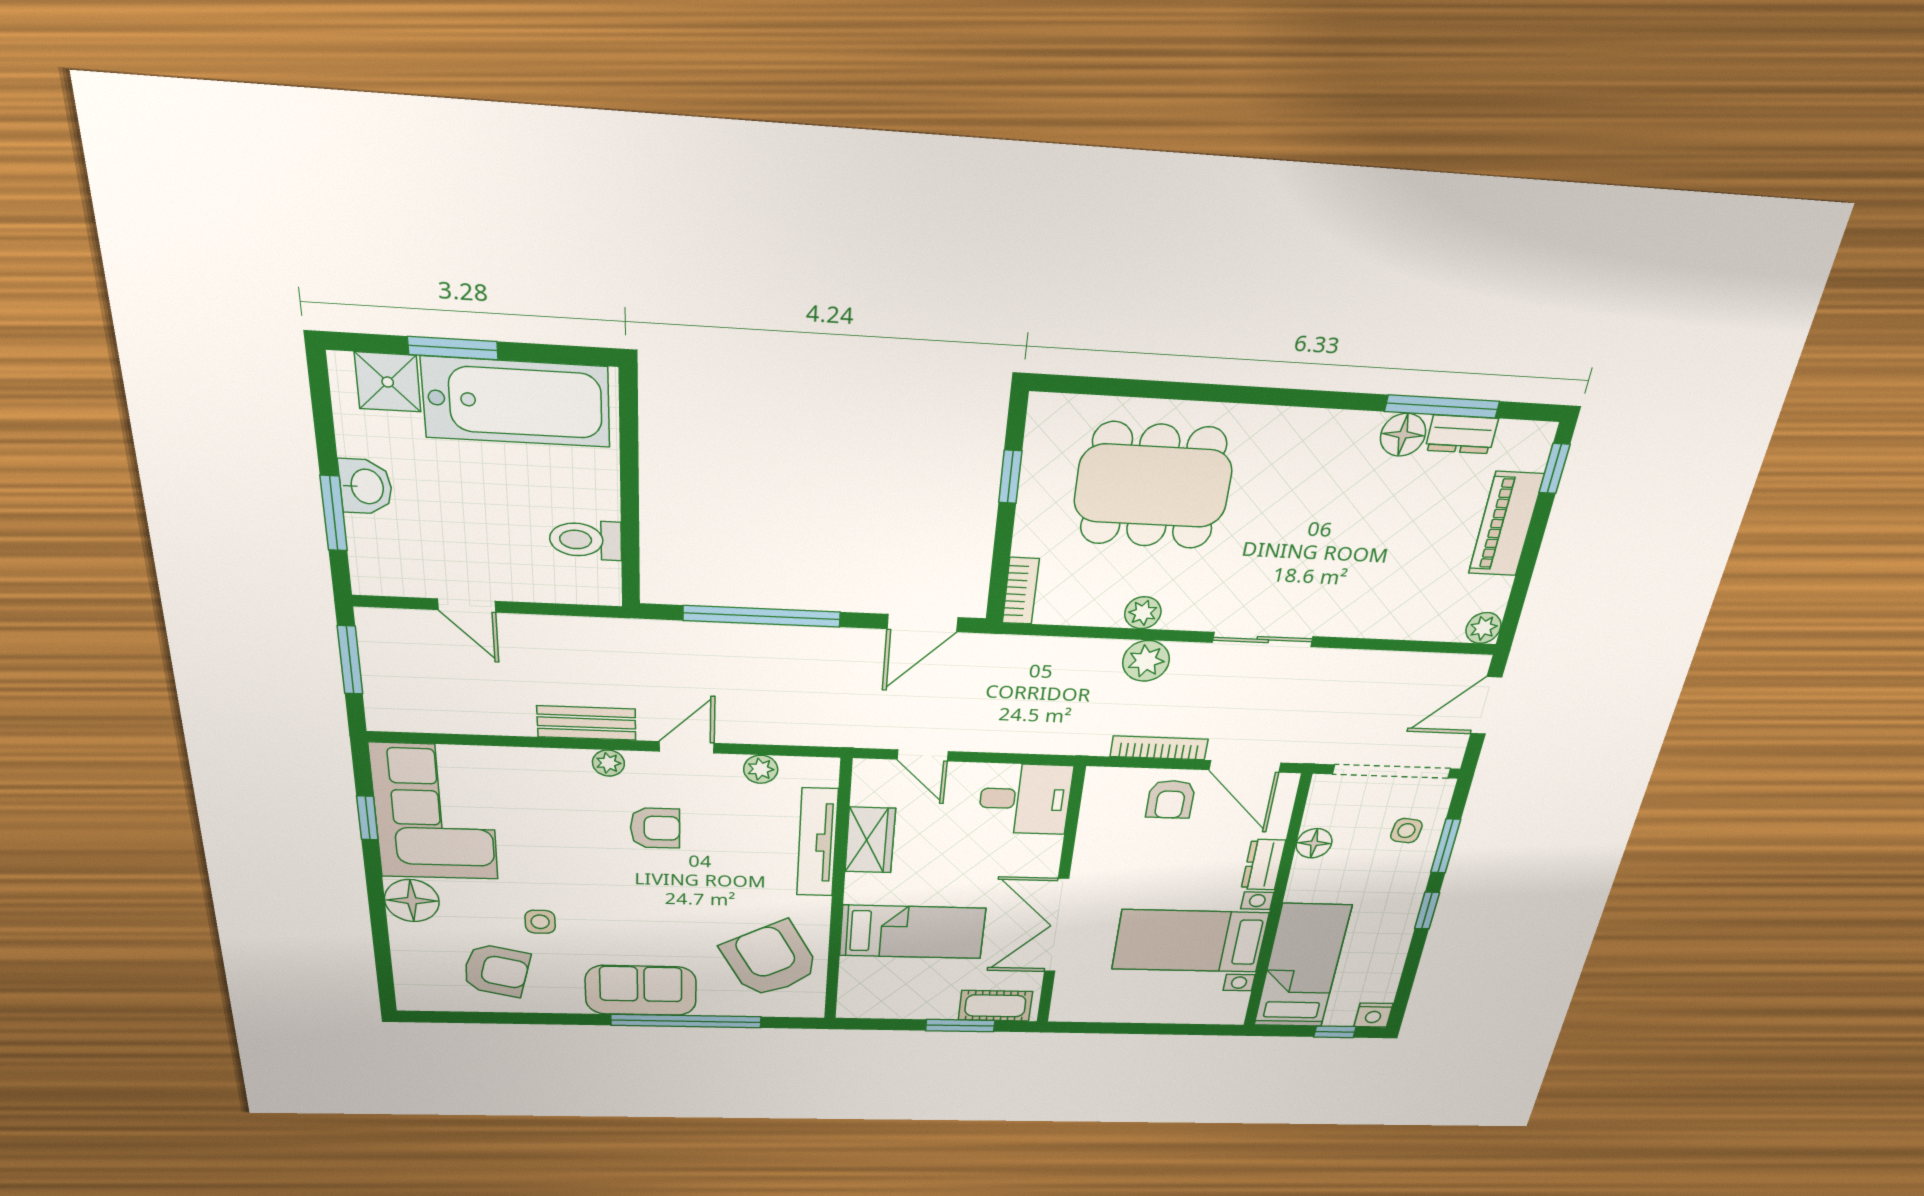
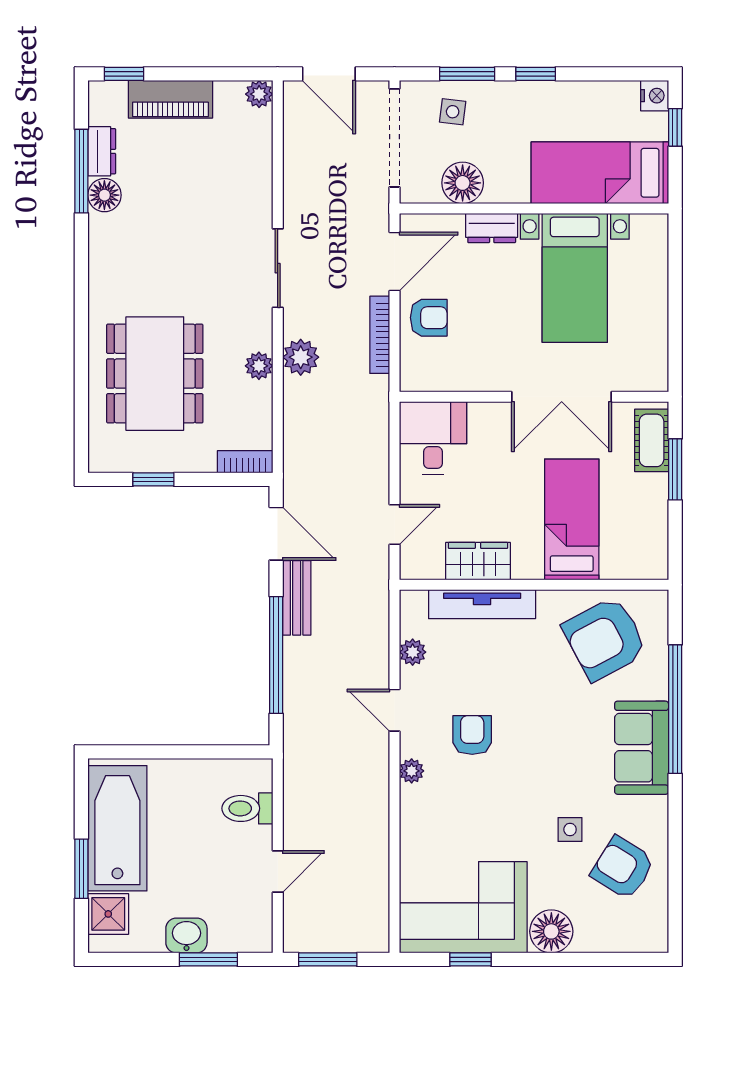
toilet: (586, 540) -> (247, 808), moved, turned 90
bench: (587, 723) -> (297, 598), moved
floor lamp: (1314, 843) -> (463, 183), width x1.38, depth x1.38
armchair: (496, 970) -> (623, 868), turned -71

